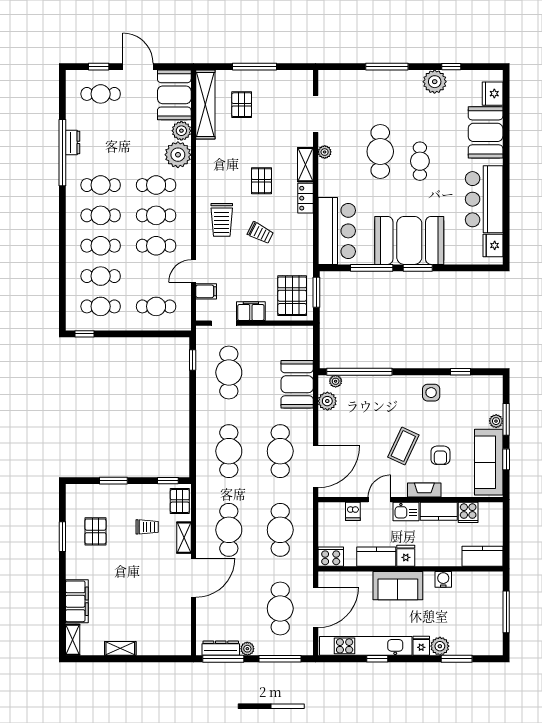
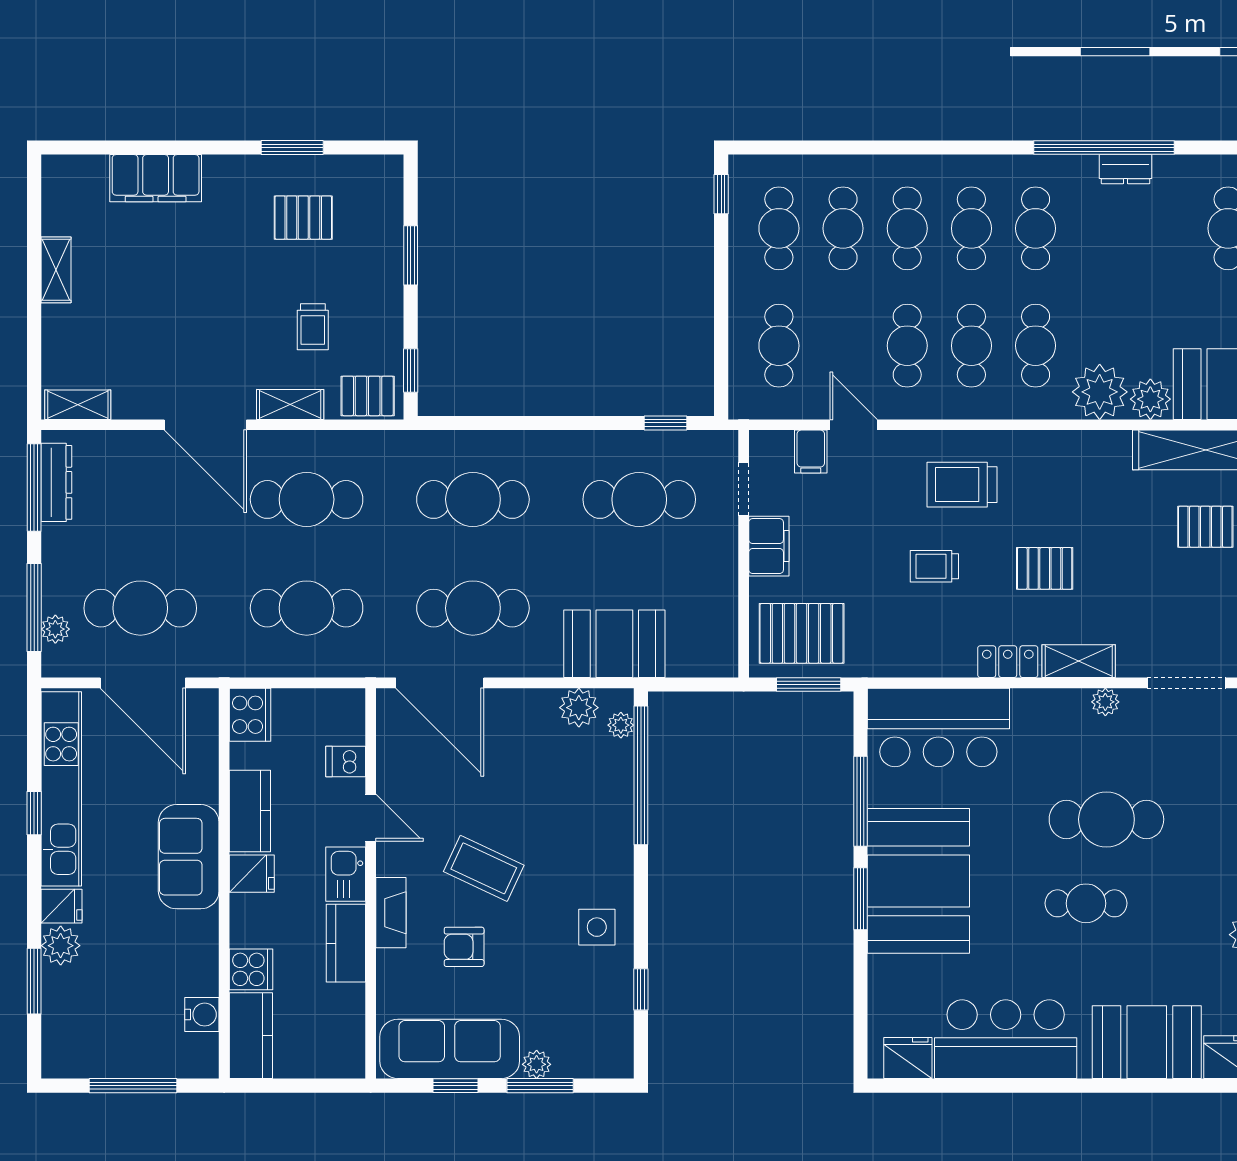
trolley: (260, 233) -> (934, 566), turned 63
cooker: (468, 512) -> (251, 969), moved, turned 180
water cooler: (443, 579) -> (202, 1015), moved
shelving: (73, 640) -> (78, 405), moved
plant: (247, 649) -> (55, 629), moved

